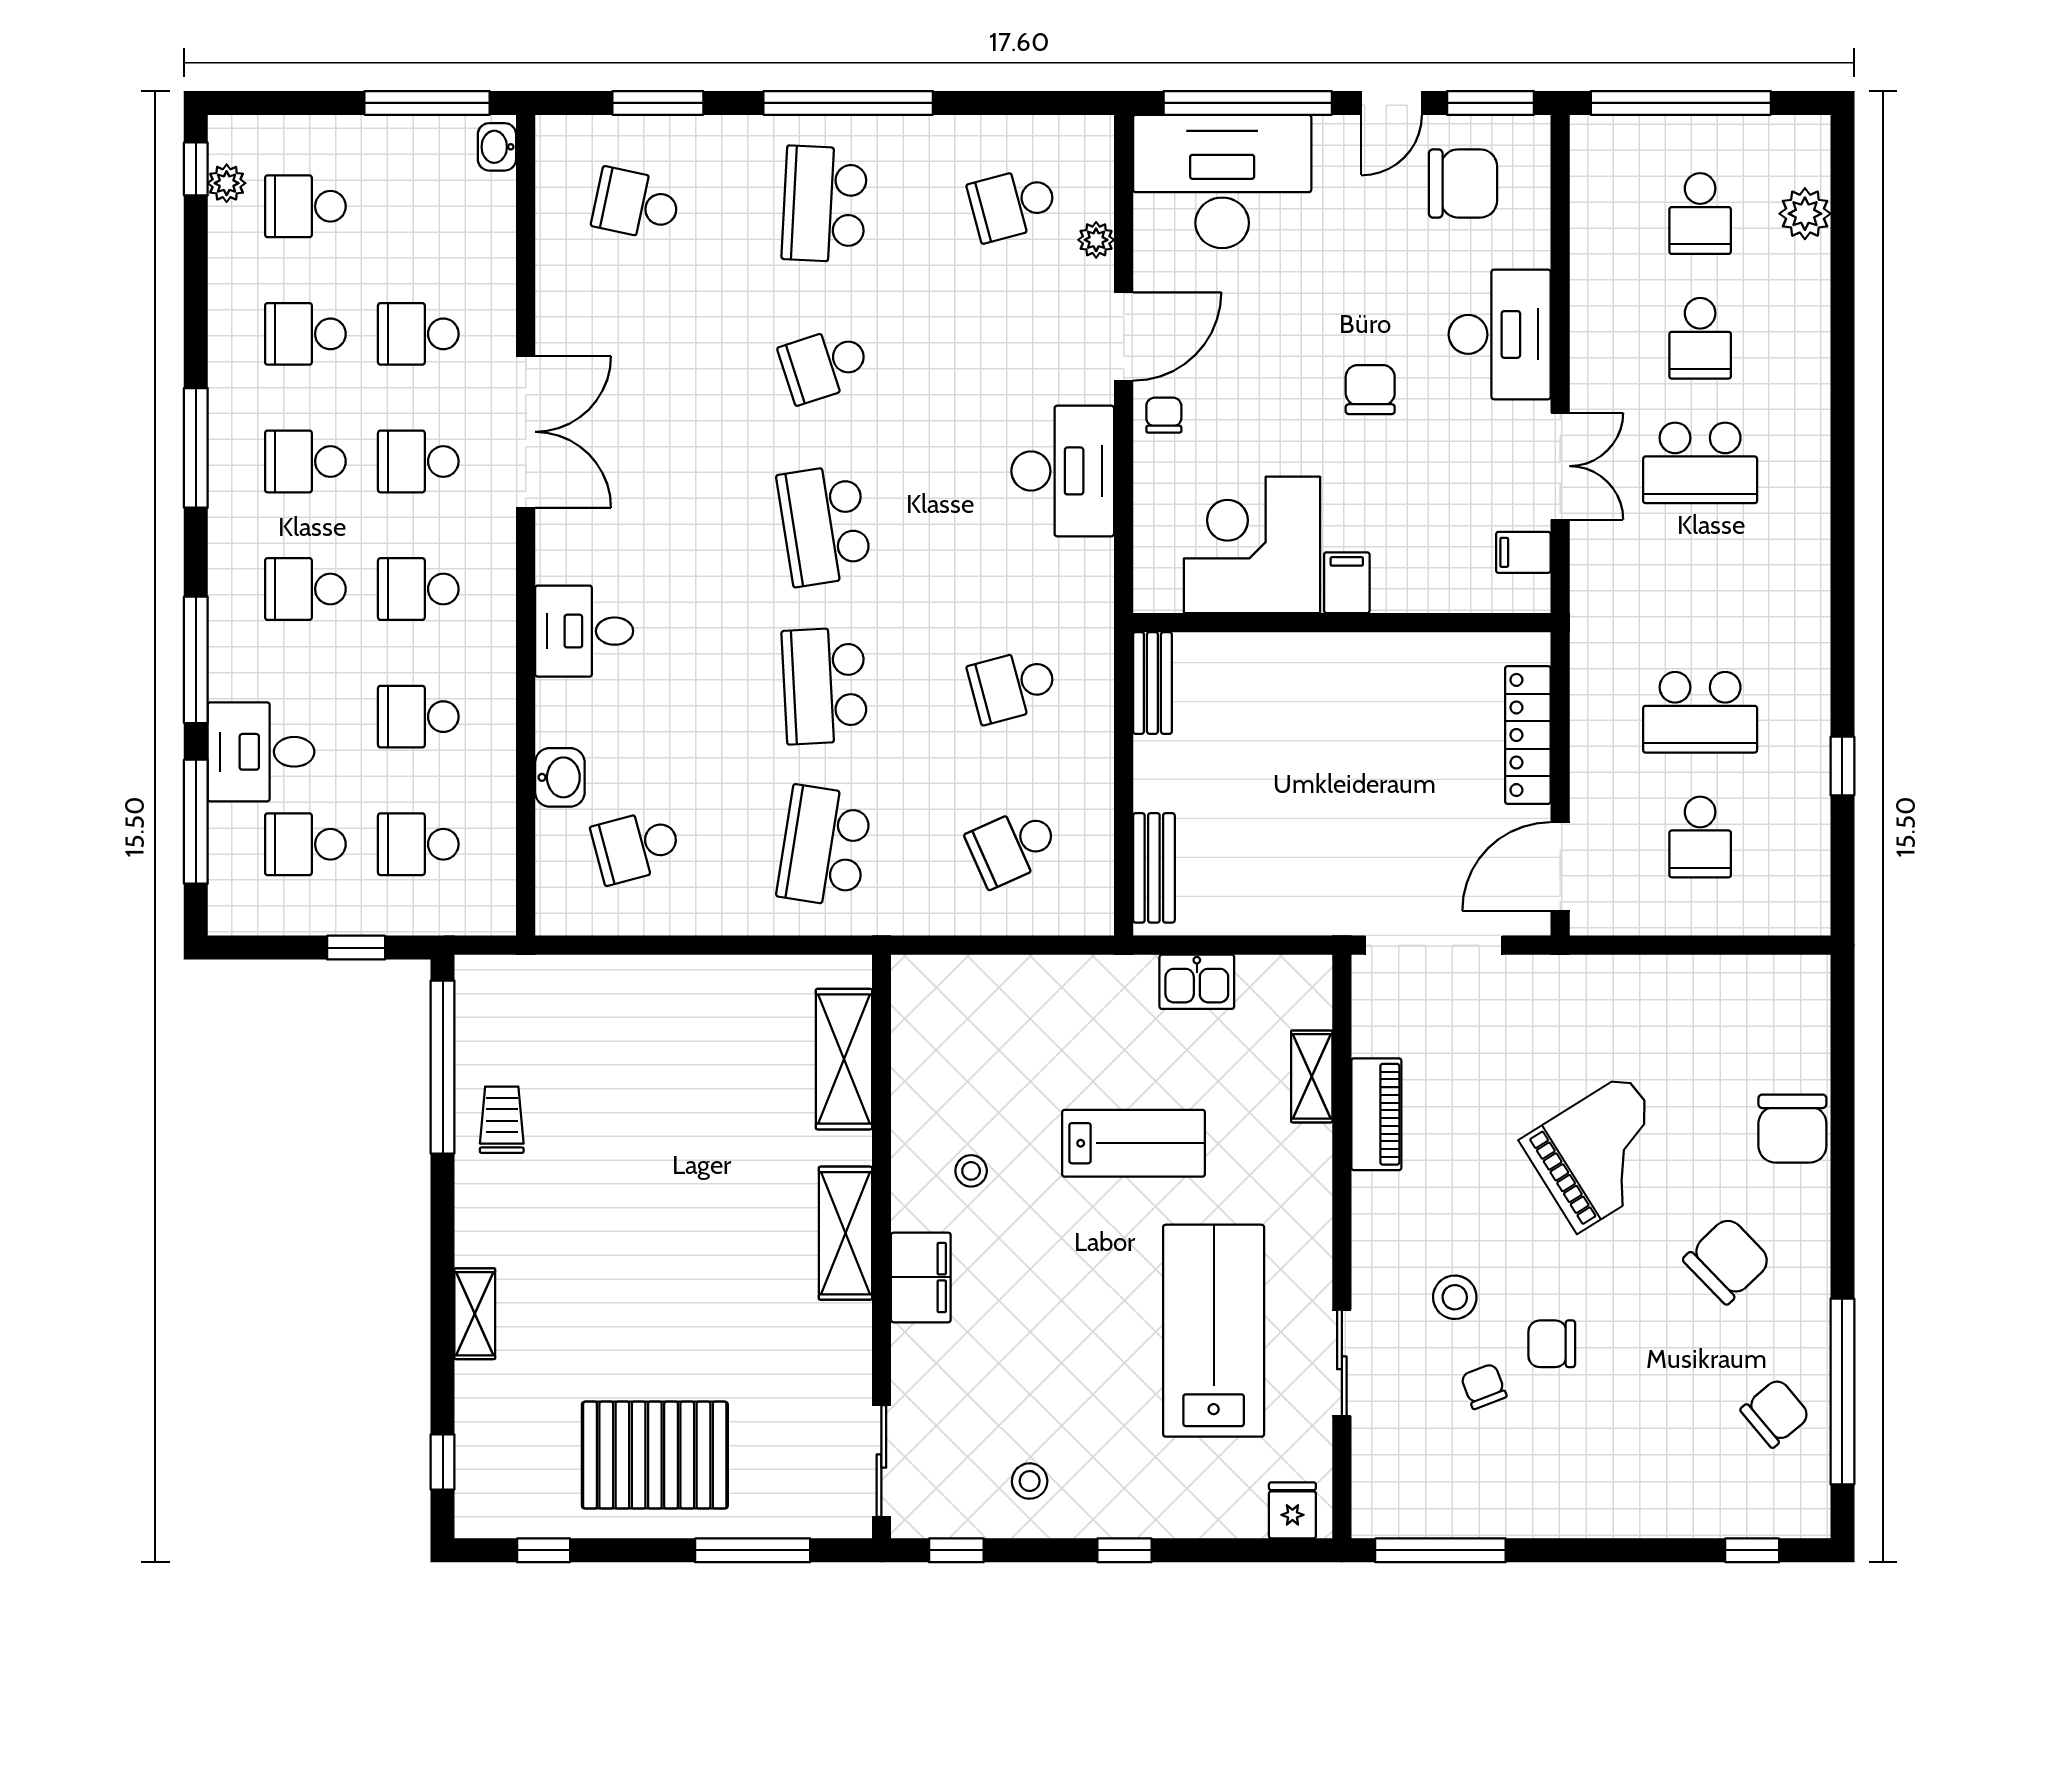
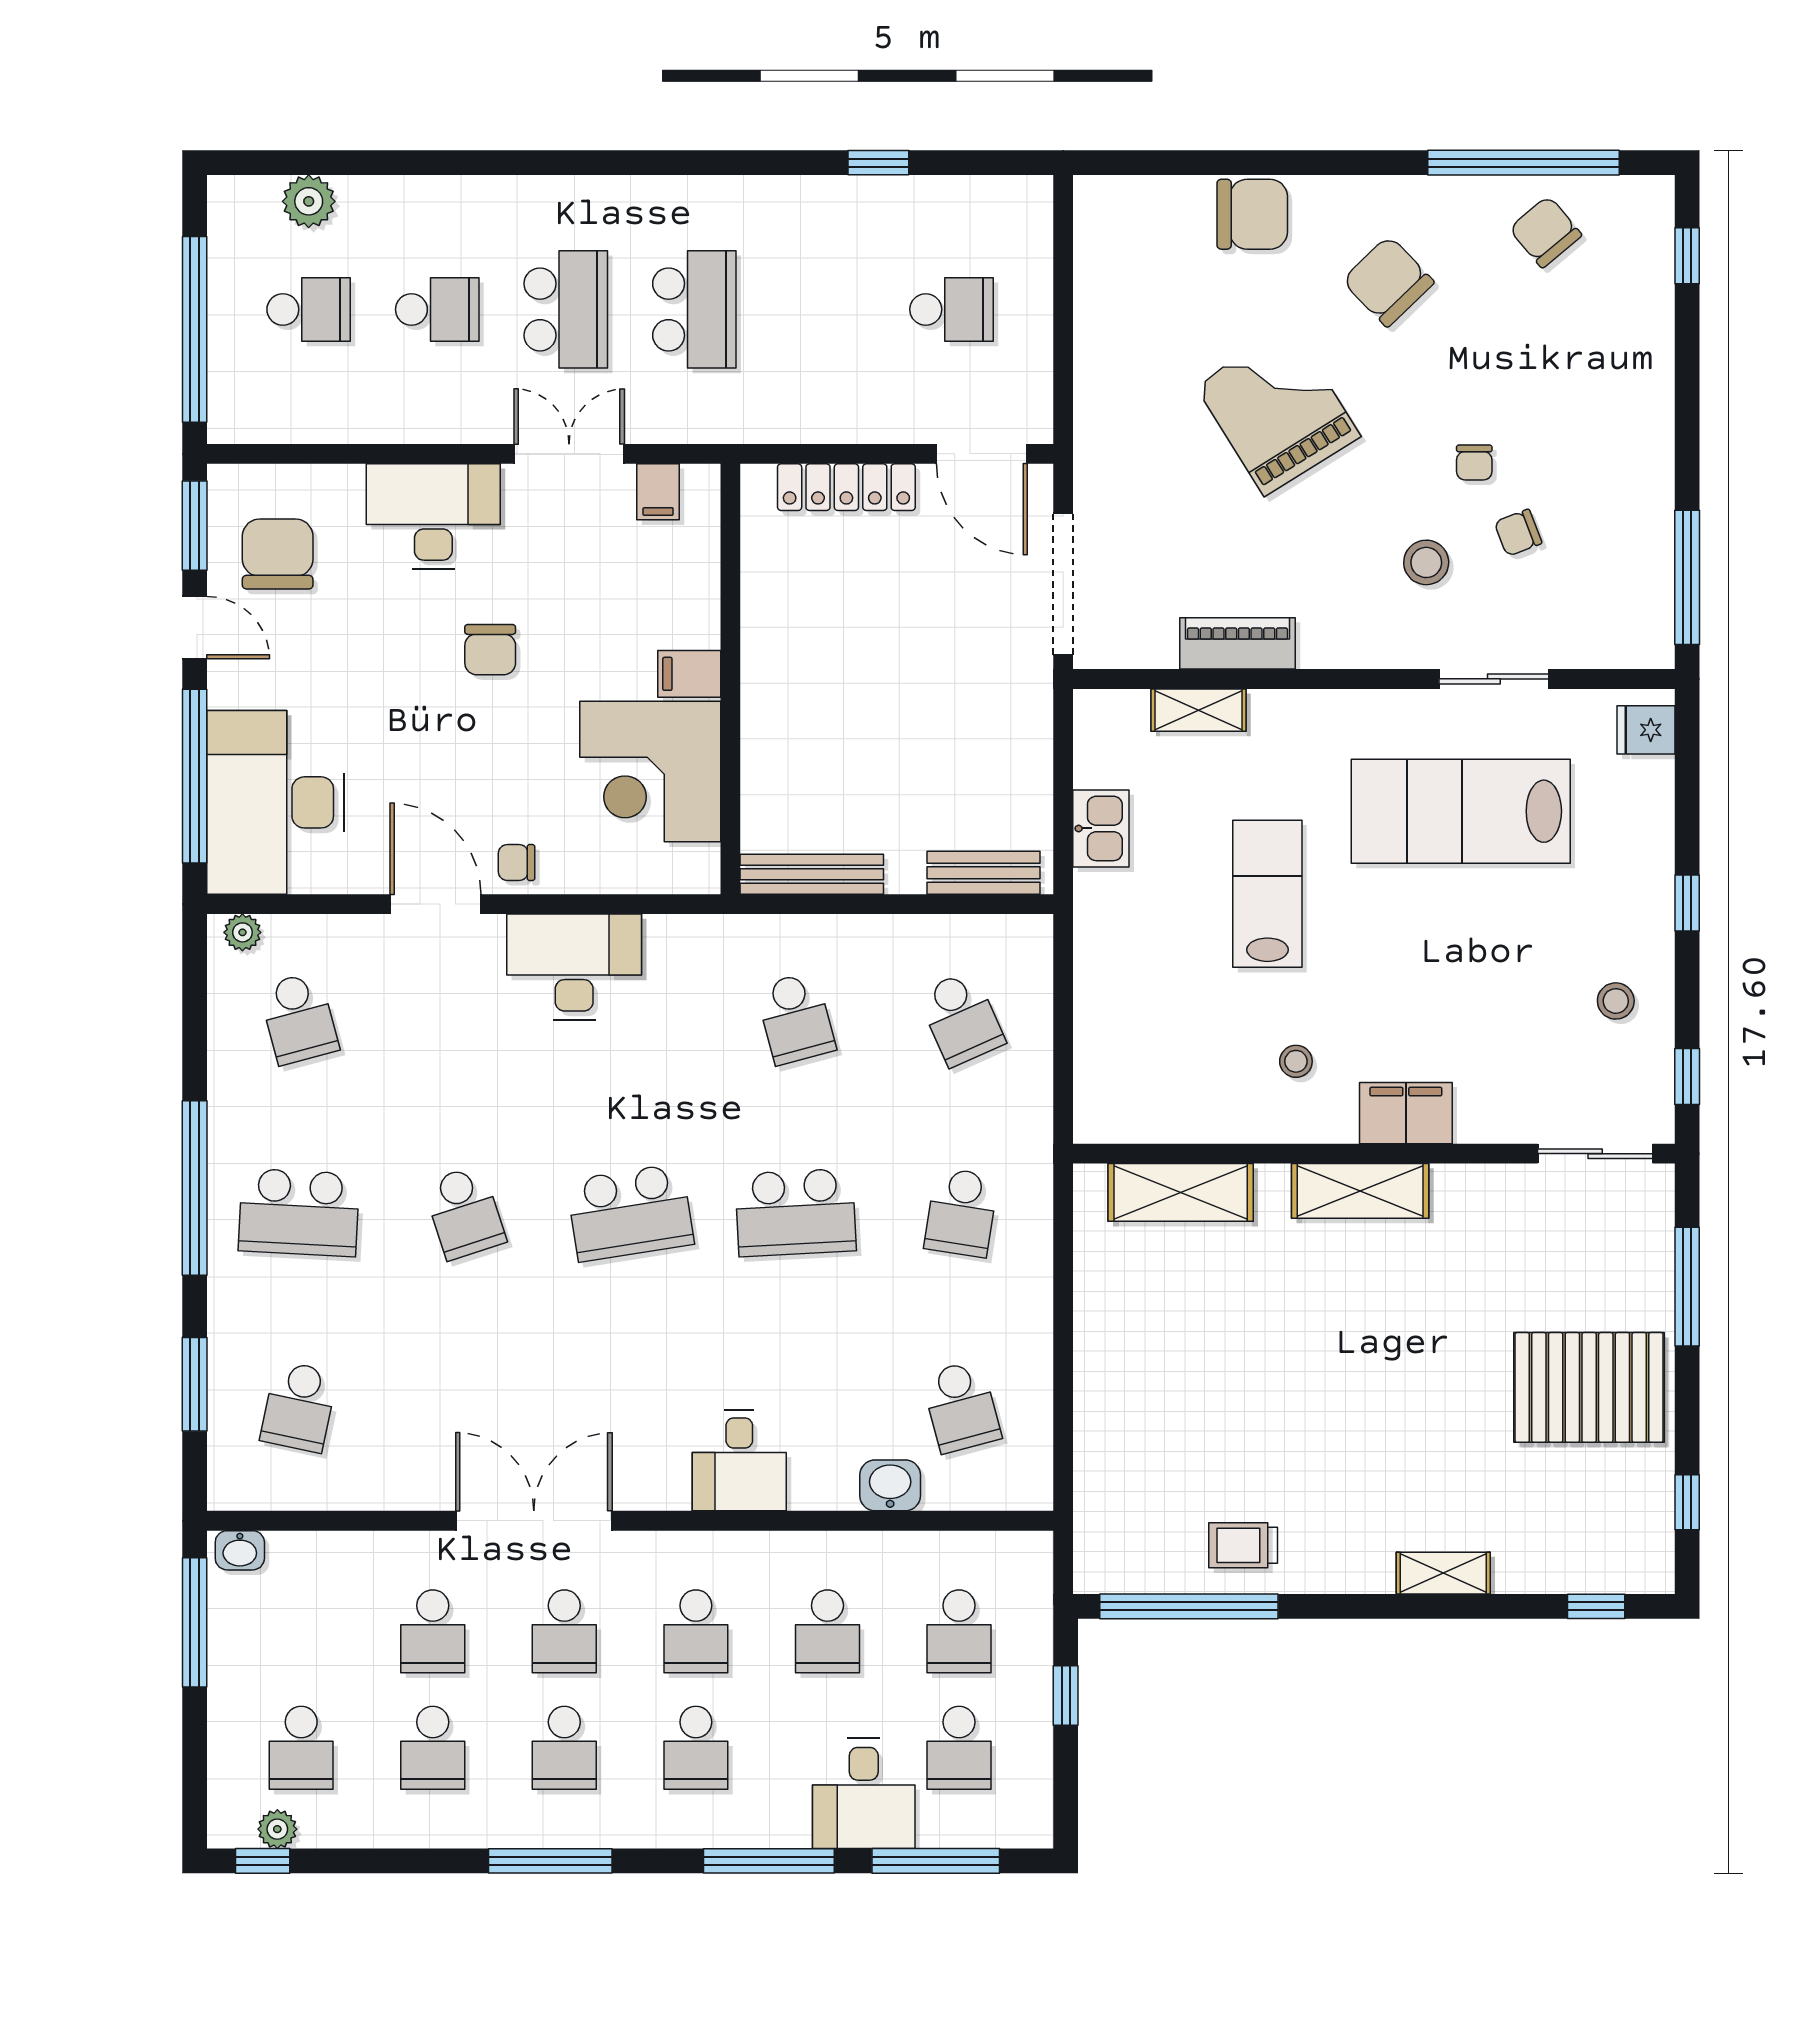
plant: (1096, 240) -> (242, 932), moved
chair: (1370, 390) -> (490, 650), turned -90
bench: (1152, 683) -> (812, 874), width x1.36
school desk: (1700, 712) -> (694, 309), moved
school desk: (825, 846) -> (961, 1212), width x0.54
chair: (1552, 1344) -> (1474, 463), width x0.73, depth x0.73
pallet: (655, 1455) -> (1589, 1387), turned 90

